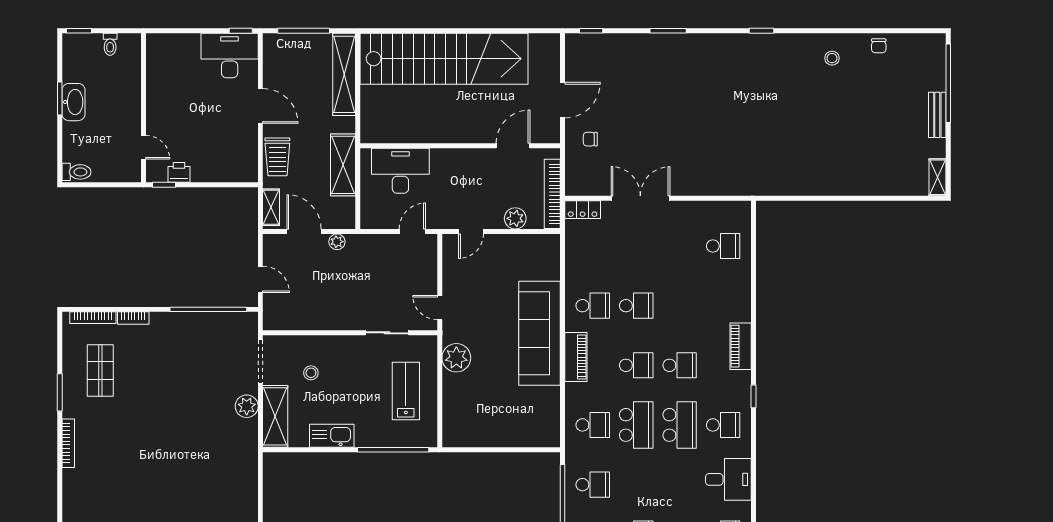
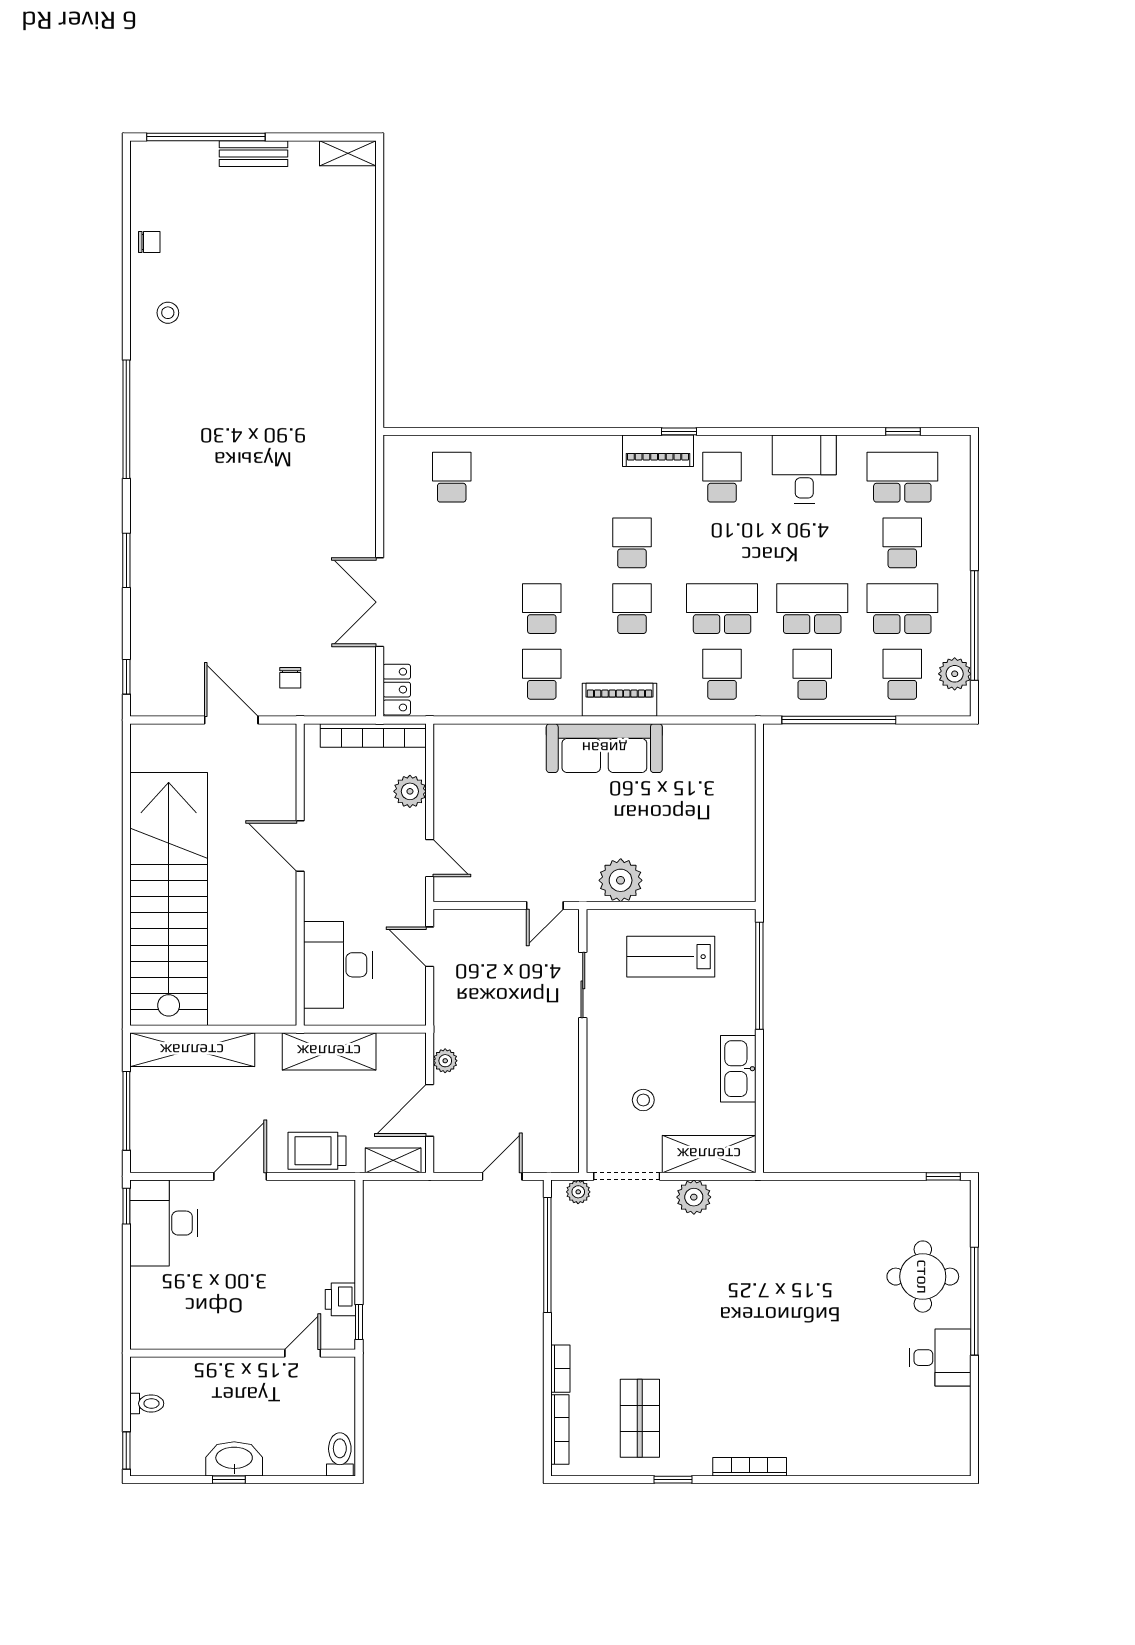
window: (761, 31) -> (126, 419), width x3.17
window: (60, 99) -> (229, 1480), width x0.67
door: (513, 146) -> (300, 846), moved
trolley: (277, 157) -> (317, 1151), turned 180
plant: (250, 330) -> (578, 1192), added
sofa: (539, 333) -> (604, 748), width x0.74, depth x0.79
piano: (741, 346) -> (658, 451), moved
shop shelf: (100, 371) -> (640, 1418), turned 90
window: (60, 392) -> (673, 1480), width x0.67
school desk: (680, 425) -> (812, 609), moved

